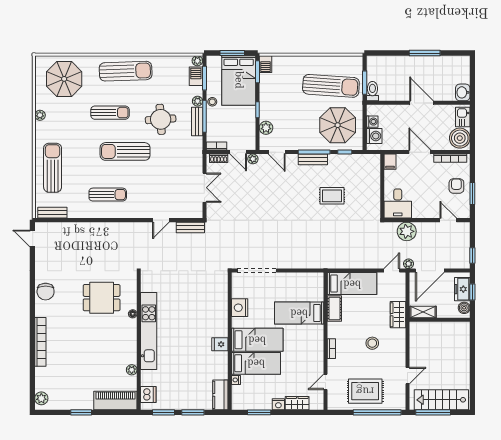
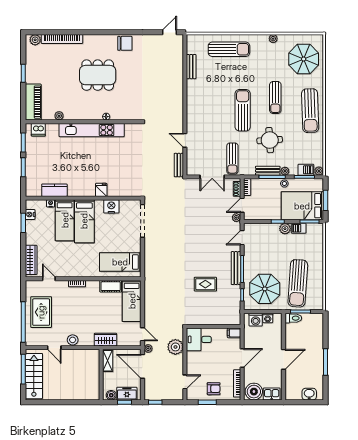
barbecue: (265, 64) -> (299, 228), moved
washbasin: (463, 92) -> (309, 394), moved
plant: (266, 128) -> (285, 229), moved
bench: (313, 159) -> (236, 268), width x1.36
sun lounger: (108, 195) -> (232, 159), moved
rug: (332, 196) -> (205, 284), turned 90
bench: (52, 213) -> (191, 67), moved
chair: (46, 292) -> (125, 43), turned 180
dining table: (102, 298) -> (98, 75), moved, width x1.38
bed: (299, 313) -> (120, 262), moved, turned -90
bookcase: (40, 342) -> (62, 39), moved
stool: (372, 343) -> (73, 340), moved
fridge: (220, 344) -> (101, 190), moved
kitchen counter: (220, 395) -> (54, 190), moved
wardrobe: (297, 403) -> (31, 260), width x1.50
nightstand: (278, 404) -> (30, 214), moved

